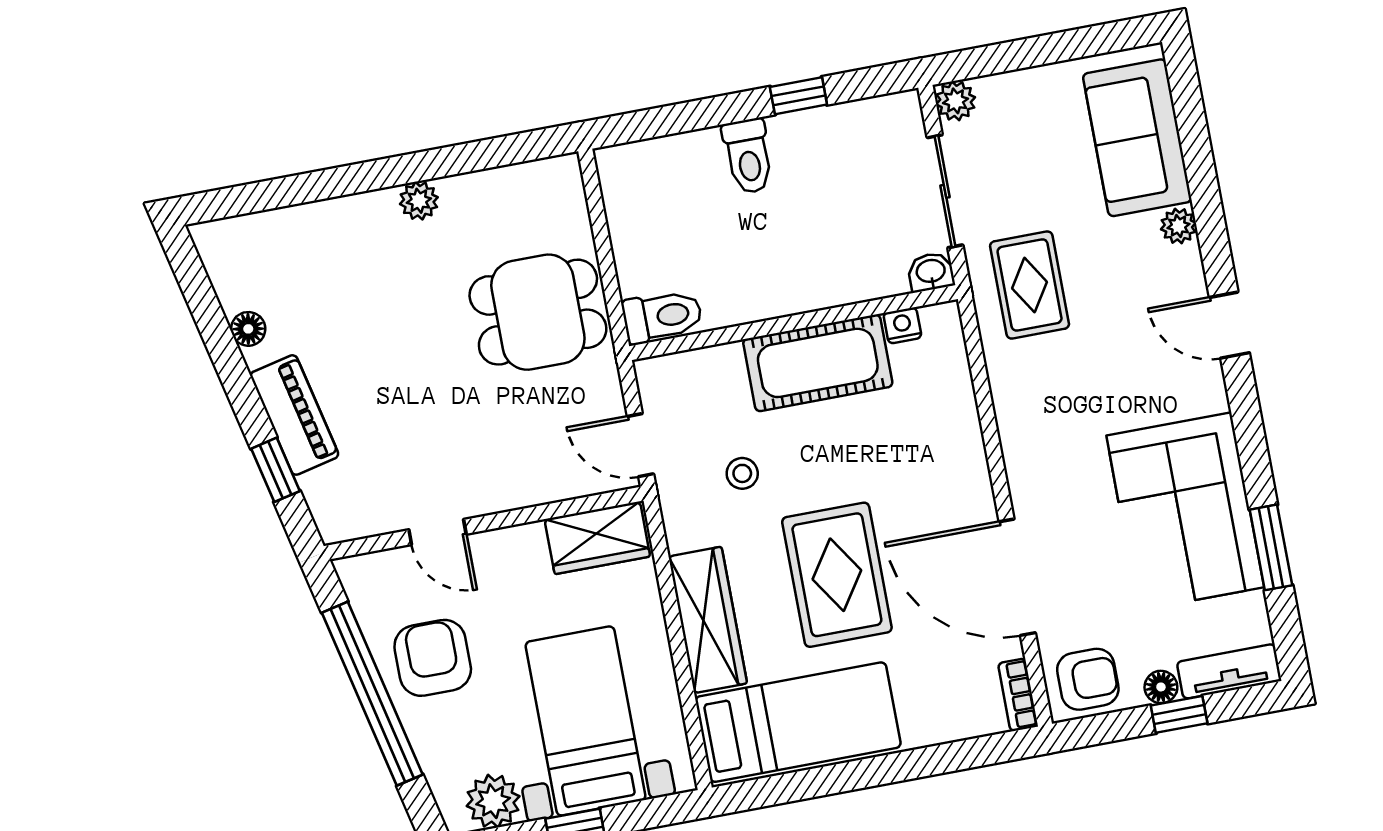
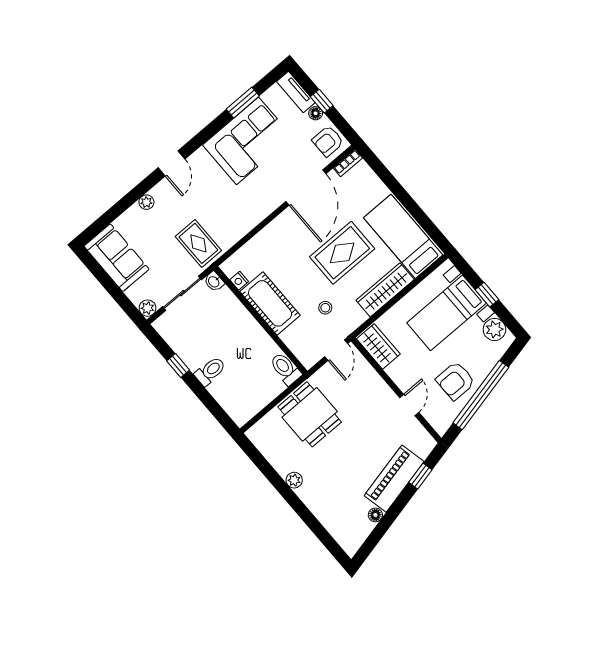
sofa: (1137, 138) -> (117, 258), moved, turned -90
rug: (1030, 285) -> (198, 243), turned 90
piano: (294, 415) -> (394, 479), width x1.37, depth x1.33
armchair: (1088, 679) -> (328, 141), turned -90

